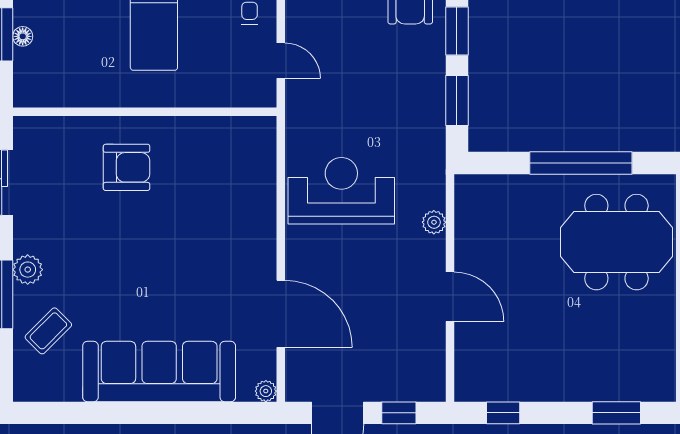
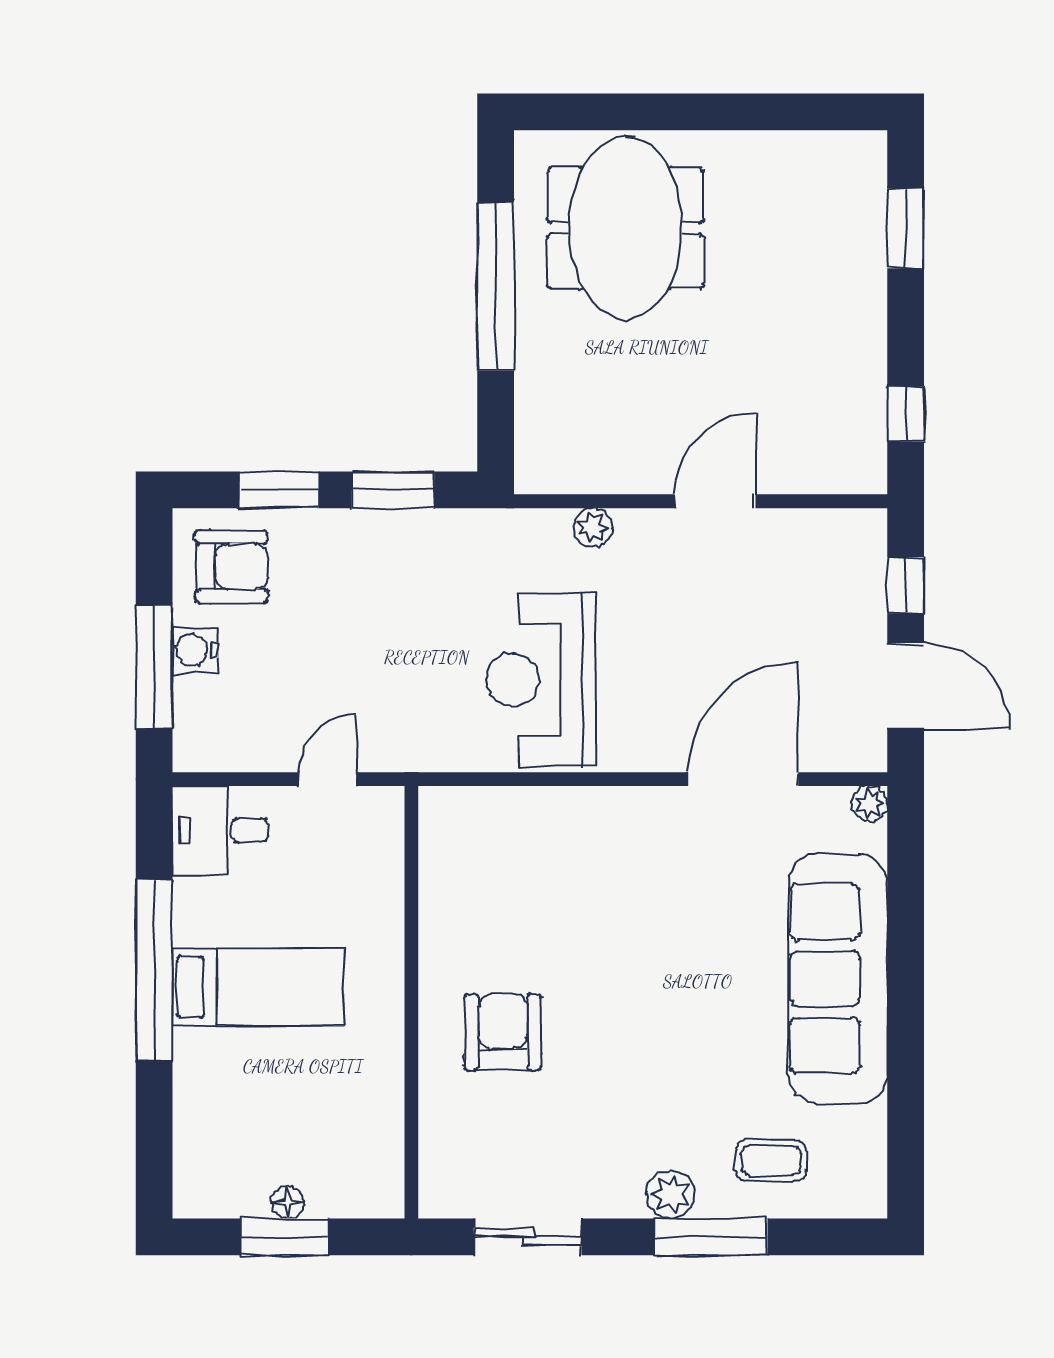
coffee table: (48, 331) -> (771, 1160), turned -45

